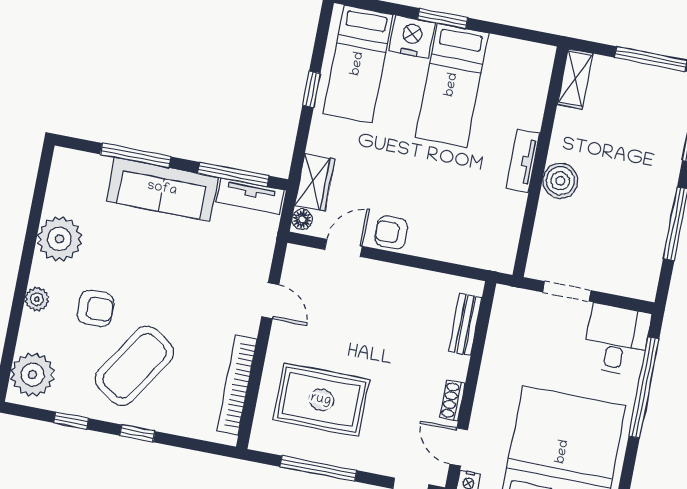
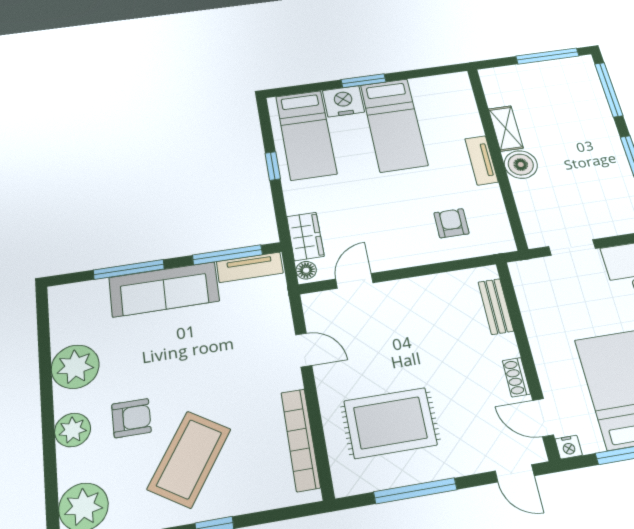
shelving: (575, 79) -> (506, 128), moved
armchair: (391, 232) -> (451, 223), moved, turned 90
plant: (37, 299) -> (73, 430), width x1.38, depth x1.38

